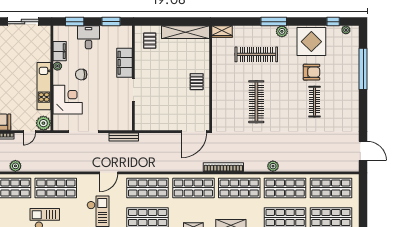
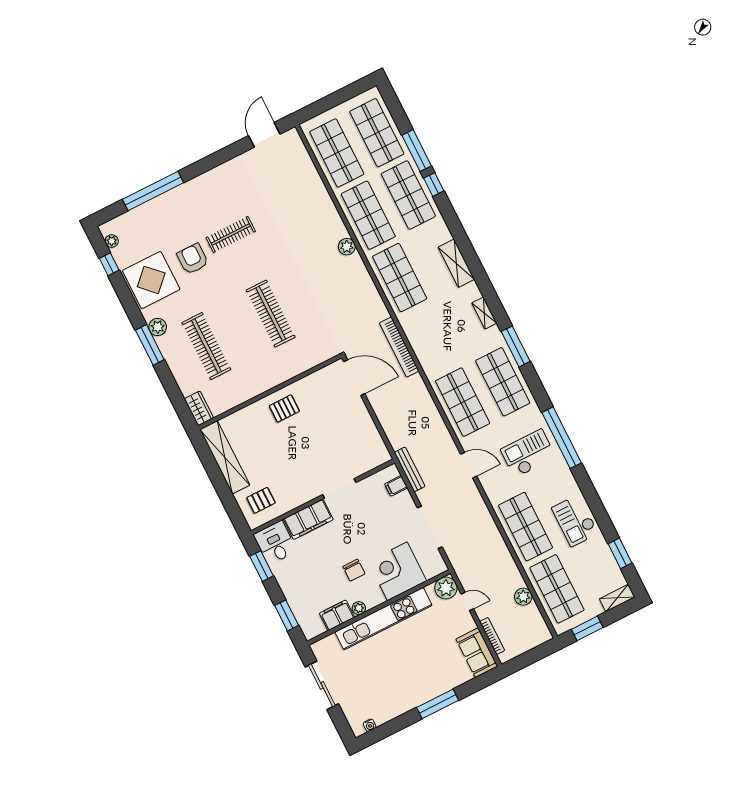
desk: (89, 37) -> (275, 543), moved, turned 90
kitchen unit: (44, 86) -> (384, 619), width x1.36
clothes rail: (256, 102) -> (271, 314), turned 90
filing cabinet: (118, 124) -> (396, 486), added
bookcase: (223, 167) -> (399, 347), moved
shop shelf: (193, 188) -> (431, 340), removed

